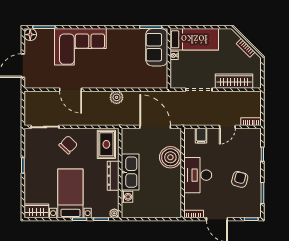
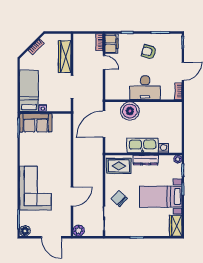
plant: (117, 97) -> (79, 231), moved
filing cabinet: (201, 136) -> (111, 44), moved, width x2.00

